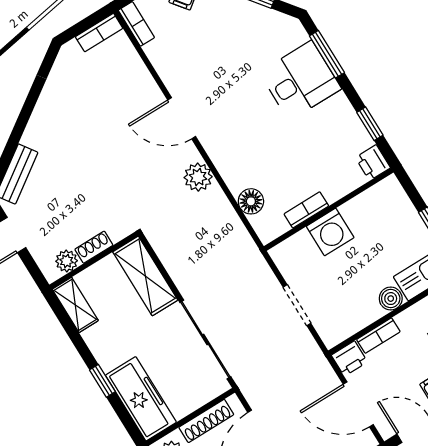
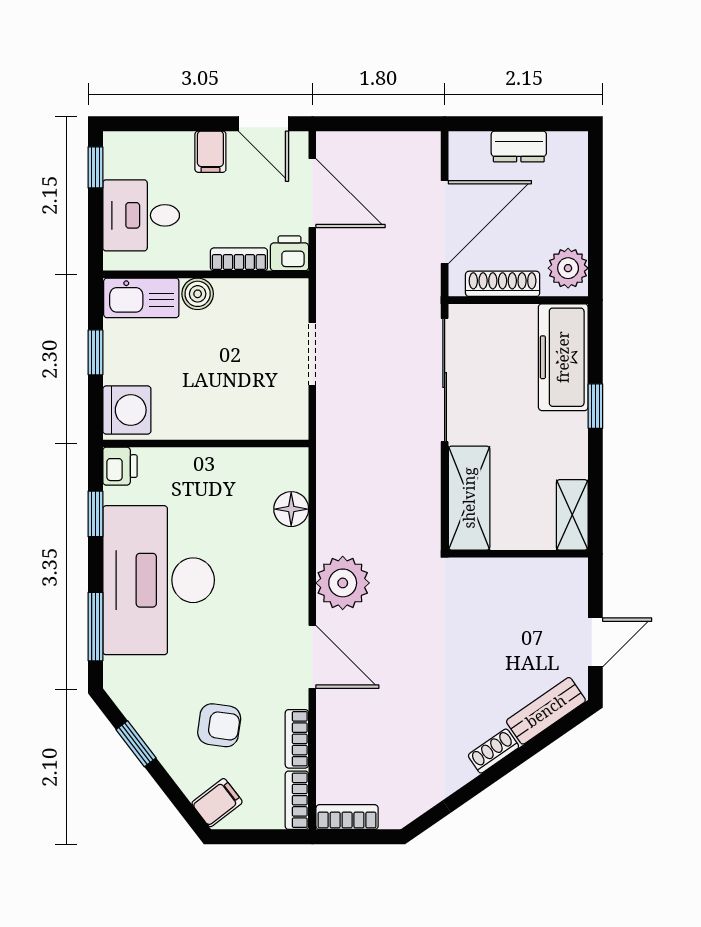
armchair: (213, 40) -> (219, 725), added
desk: (300, 81) -> (159, 580), width x1.87, depth x1.30
plant: (198, 177) -> (343, 583), width x1.36, depth x1.36
bookcase: (306, 210) -> (297, 739), moved, turned 90
washing machine: (330, 232) -> (127, 410), moved, turned 90
shoe rack: (94, 247) -> (493, 751), moved, turned 145
plant: (67, 261) -> (551, 573), removed

